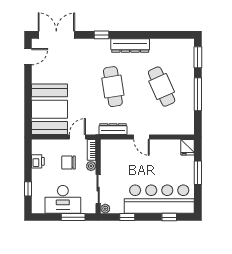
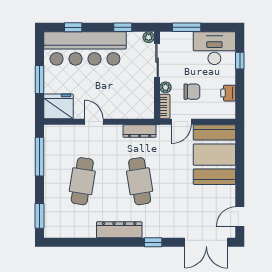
cafe table: (162, 87) -> (82, 181), turned 33
window: (198, 94) -> (39, 157), moved
door: (141, 137) -> (94, 122), moved
fridge: (188, 147) -> (58, 106), width x1.88, depth x1.34
desk: (63, 199) -> (214, 48), moved

